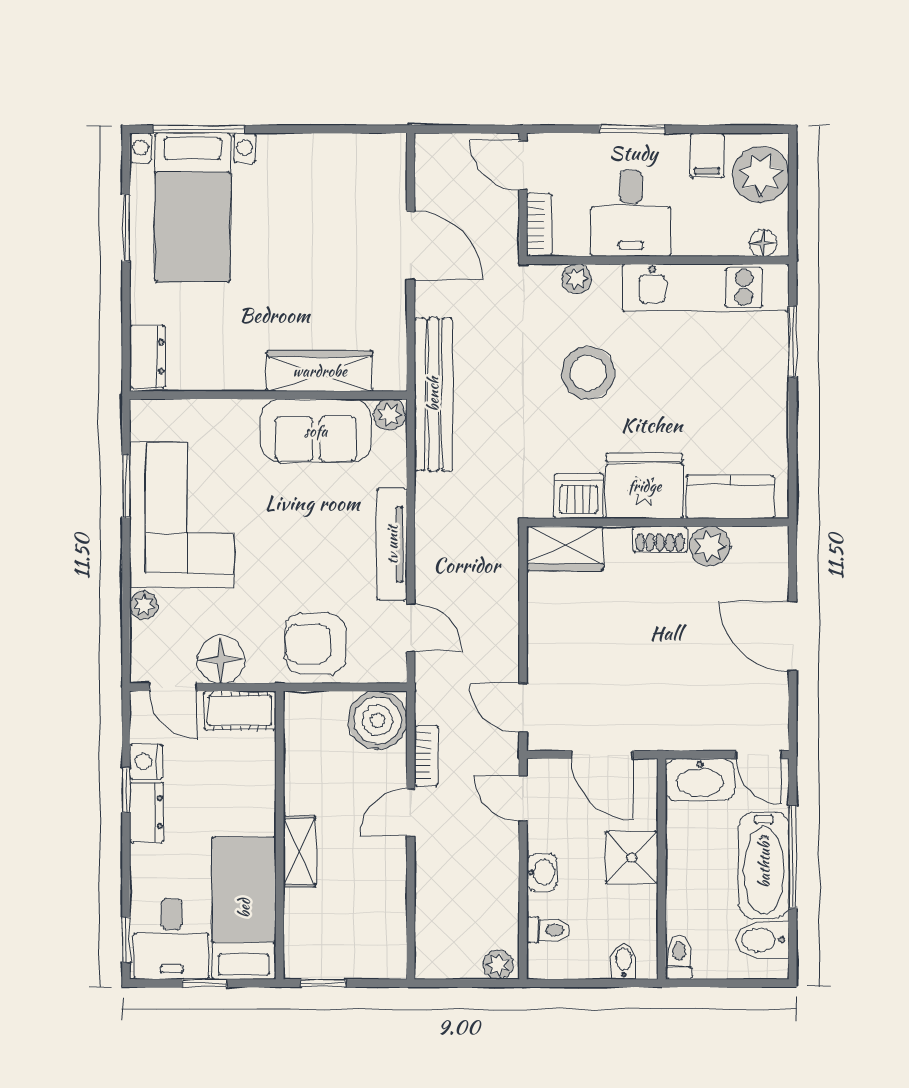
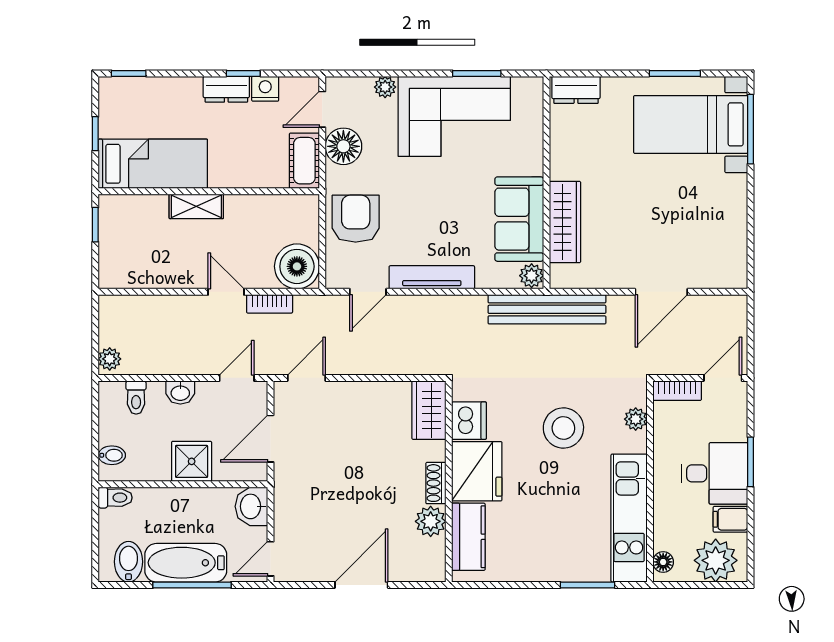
desk: (631, 213) -> (715, 473), moved, turned 180
washbasin: (700, 780) -> (251, 506), width x0.72
desk: (172, 939) -> (129, 108), removed

